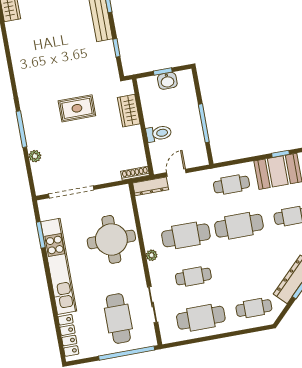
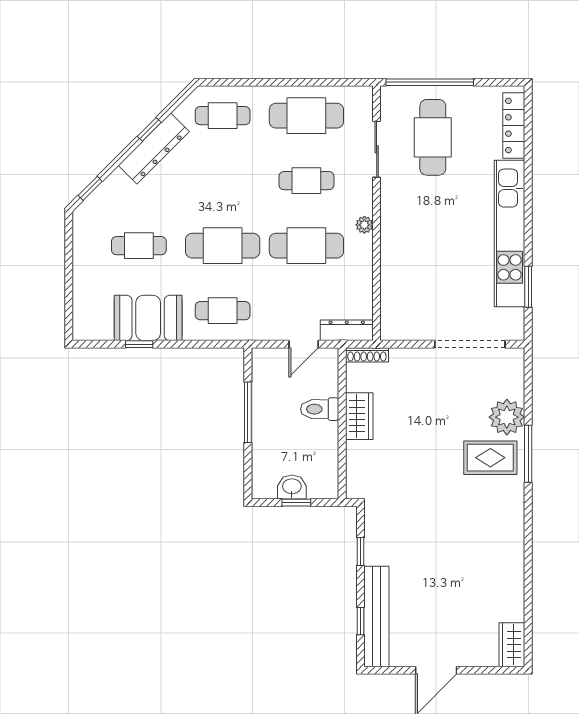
rug: (77, 108) -> (490, 458), moved
wardrobe: (129, 111) -> (359, 416), moved
plant: (35, 156) -> (507, 417), width x1.88, depth x1.88
round table: (111, 239) -> (421, 260), removed

